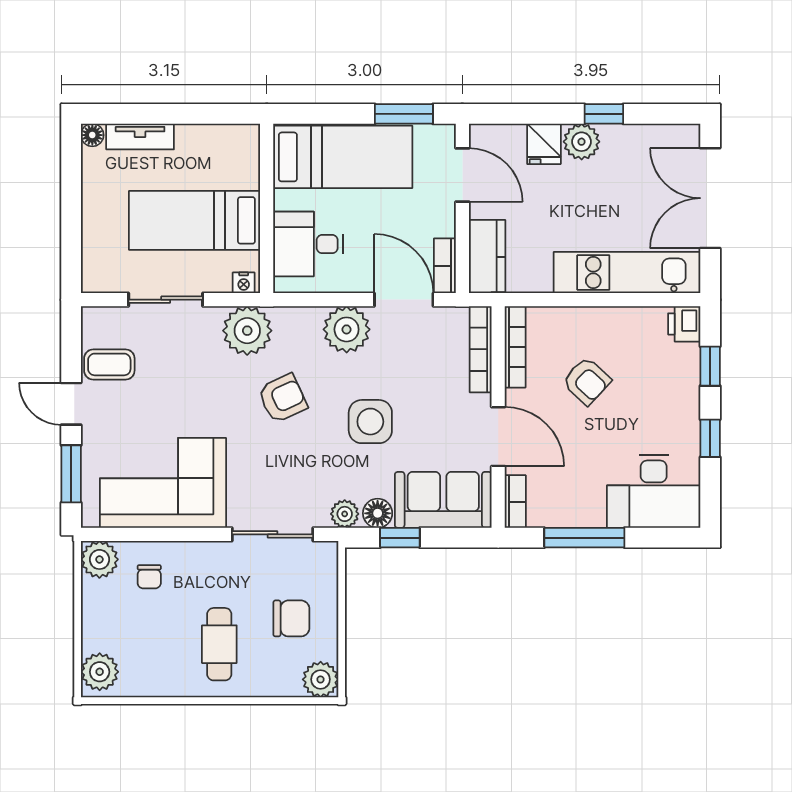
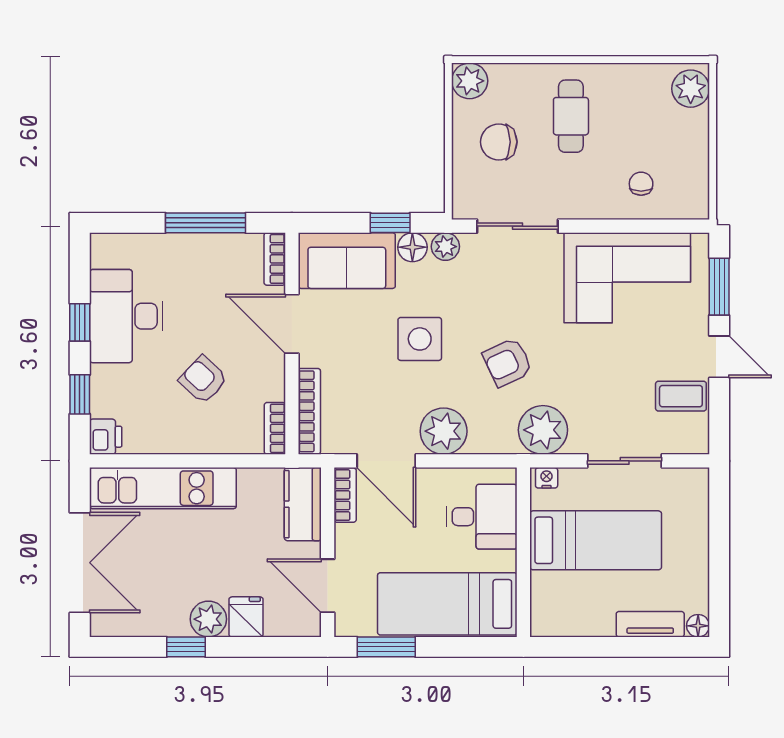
bookcase: (515, 347) -> (275, 428), width x0.64
desk: (654, 491) -> (126, 316), moved, turned -90
plant: (99, 559) -> (691, 201), removed

